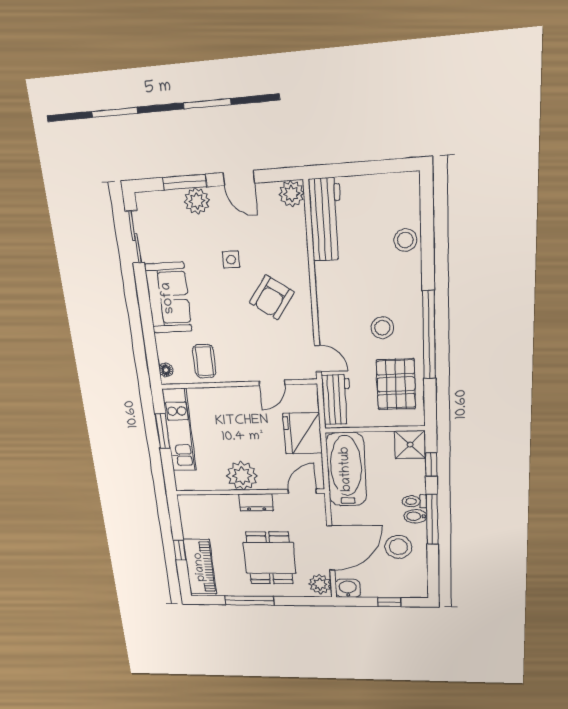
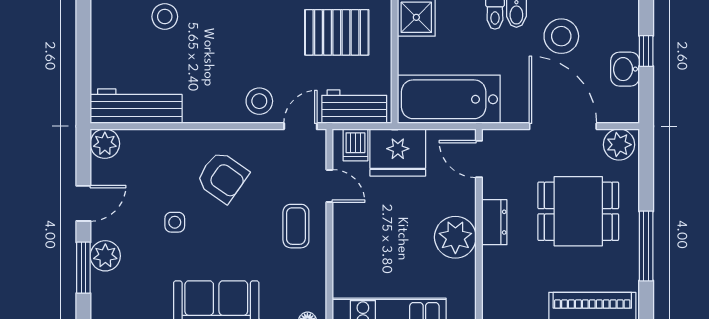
stool: (382, 328) -> (259, 101), moved
coffee table: (204, 361) -> (296, 226), moved, turned 90
dishwasher: (306, 402) -> (355, 145), added
washbasin: (348, 588) -> (625, 69), moved

